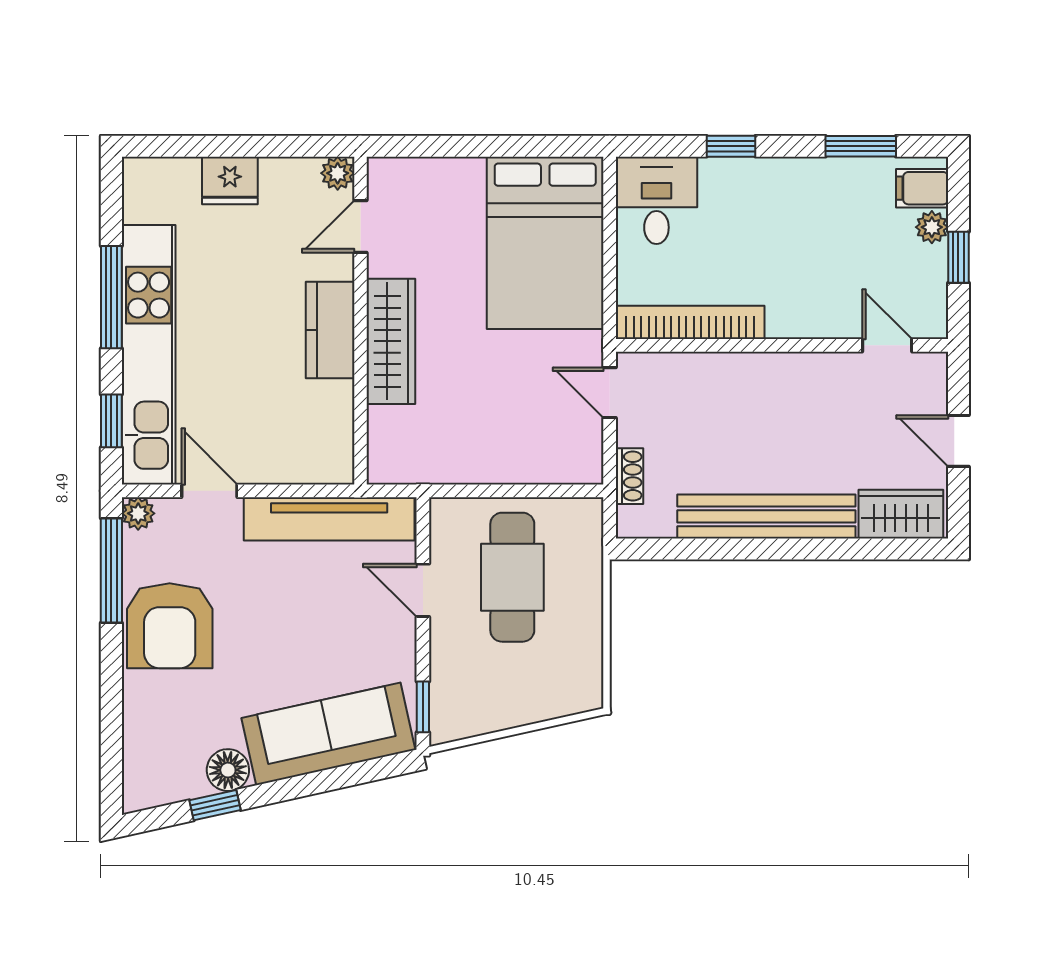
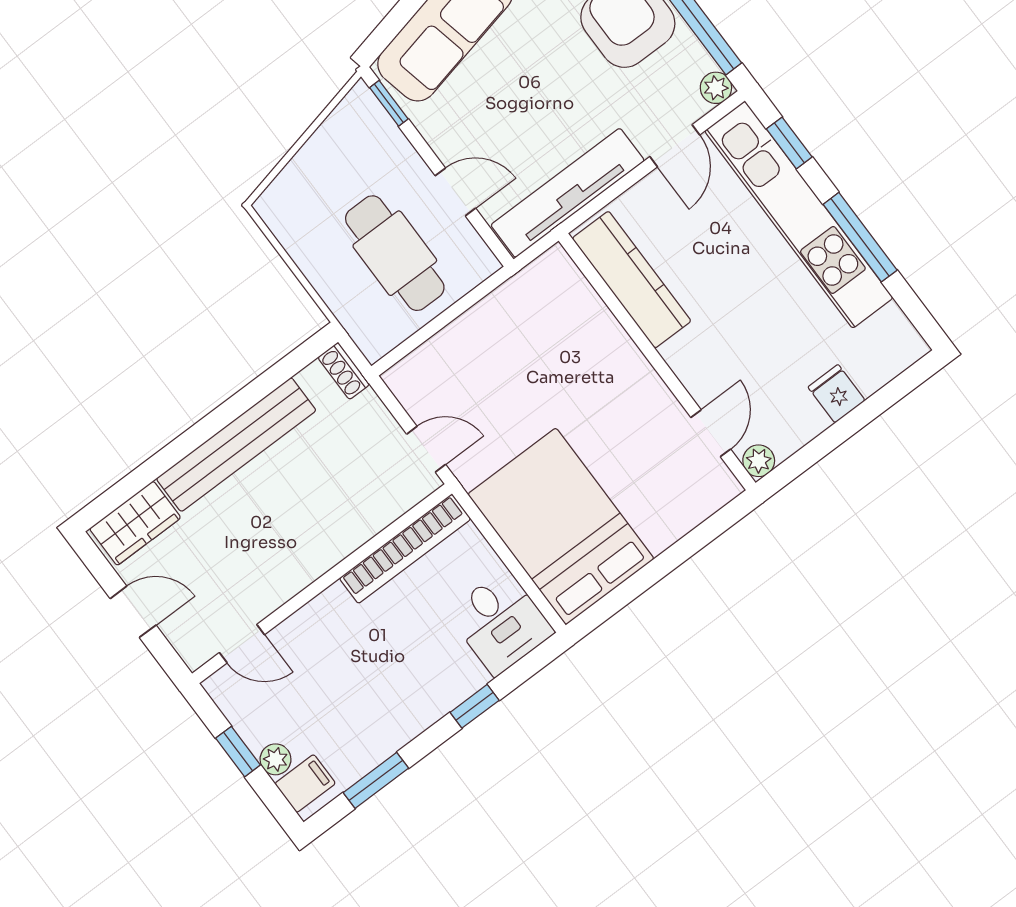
fridge: (230, 180) -> (837, 394), width x0.72
kitchen counter: (330, 330) -> (632, 280), moved, width x1.50
wardrobe: (391, 341) -> (622, 363), removed
shoe rack: (629, 476) -> (344, 371), moved
door: (209, 491) -> (675, 146), hinge flipped

